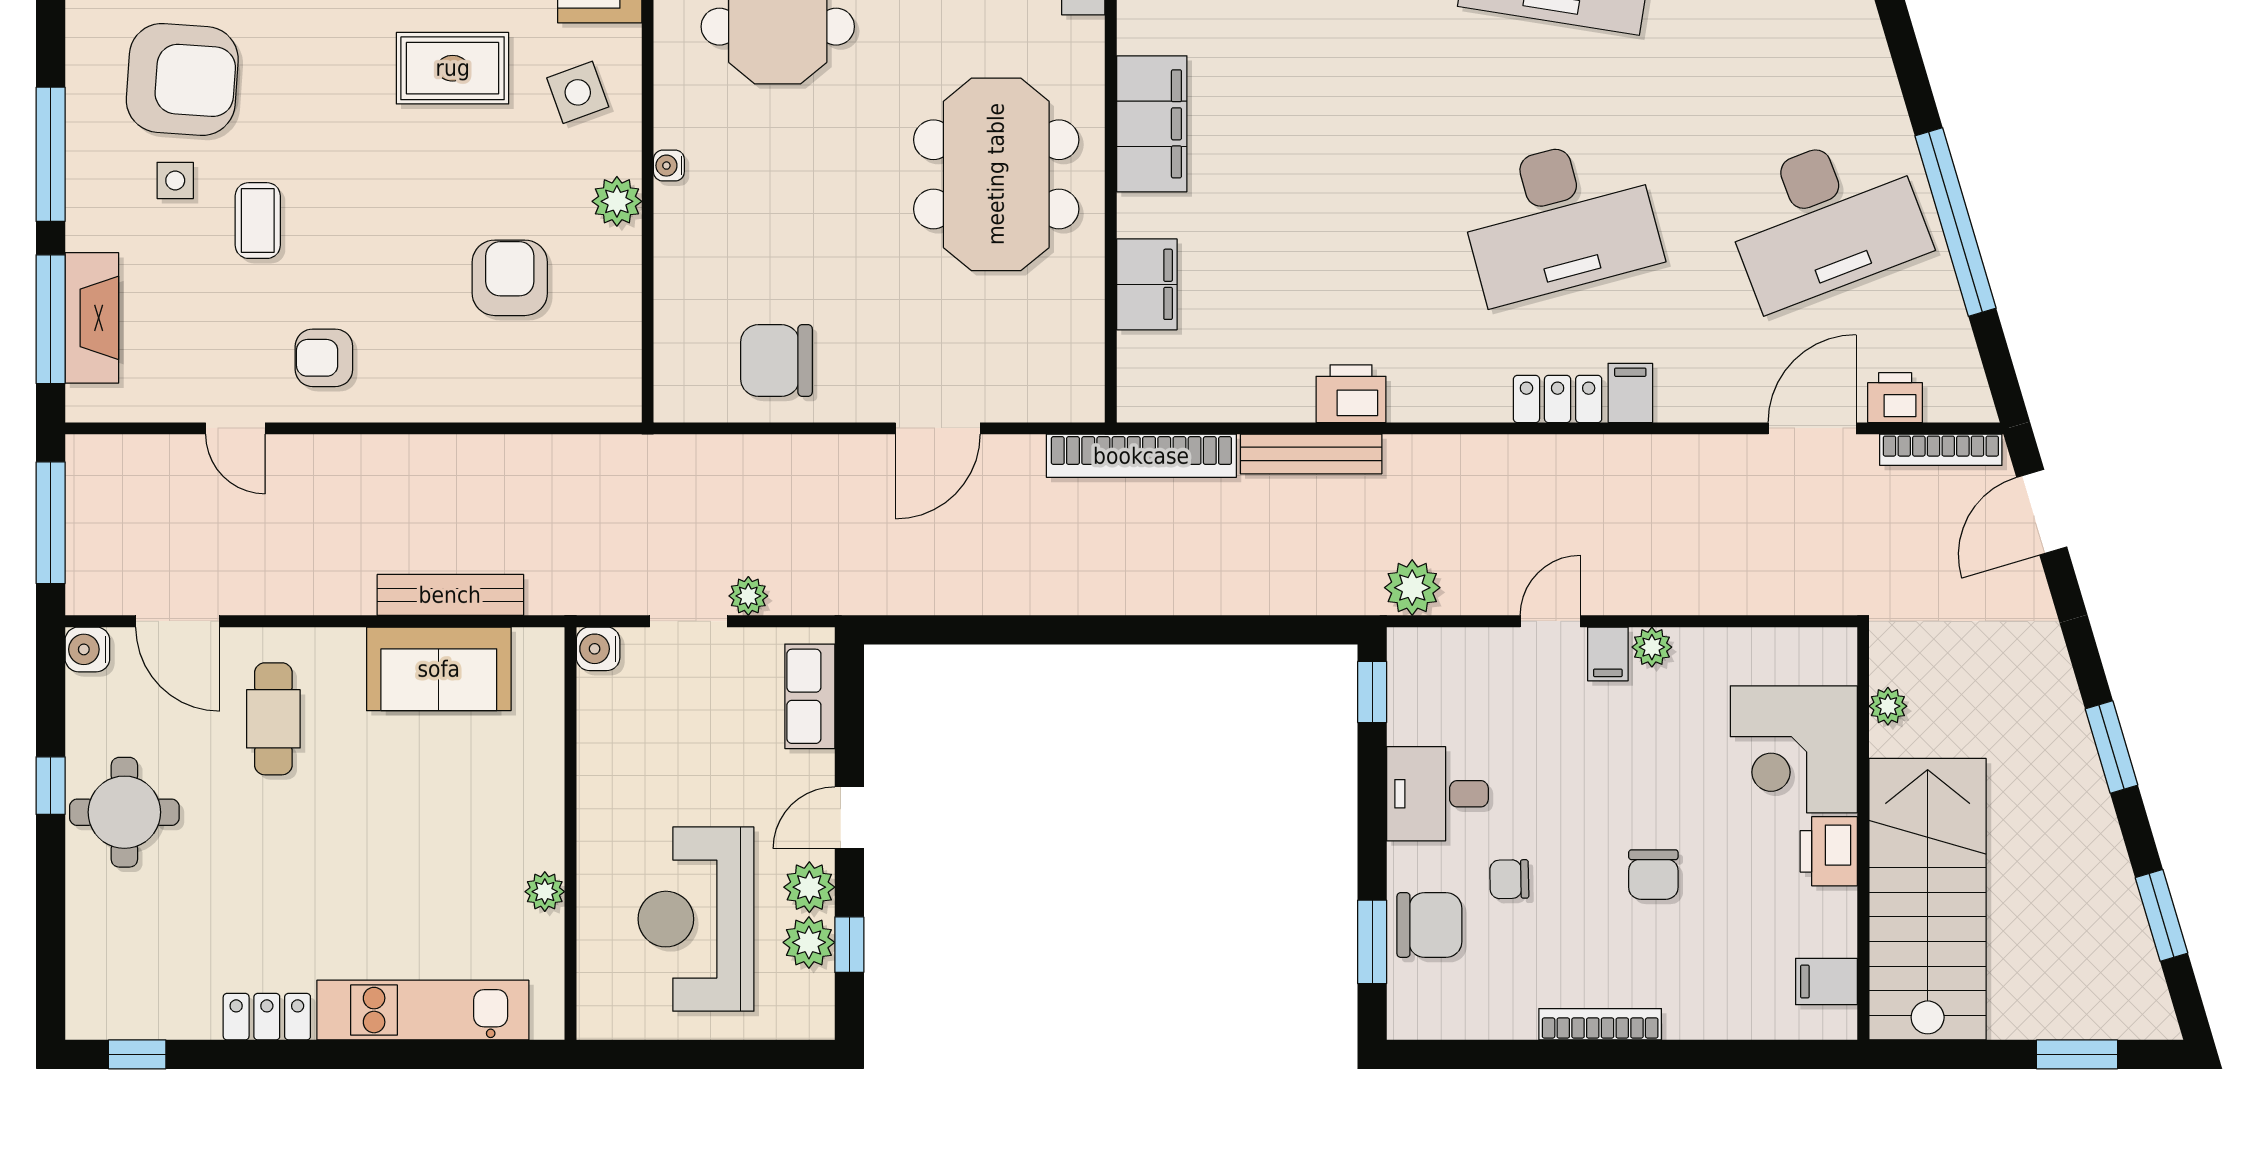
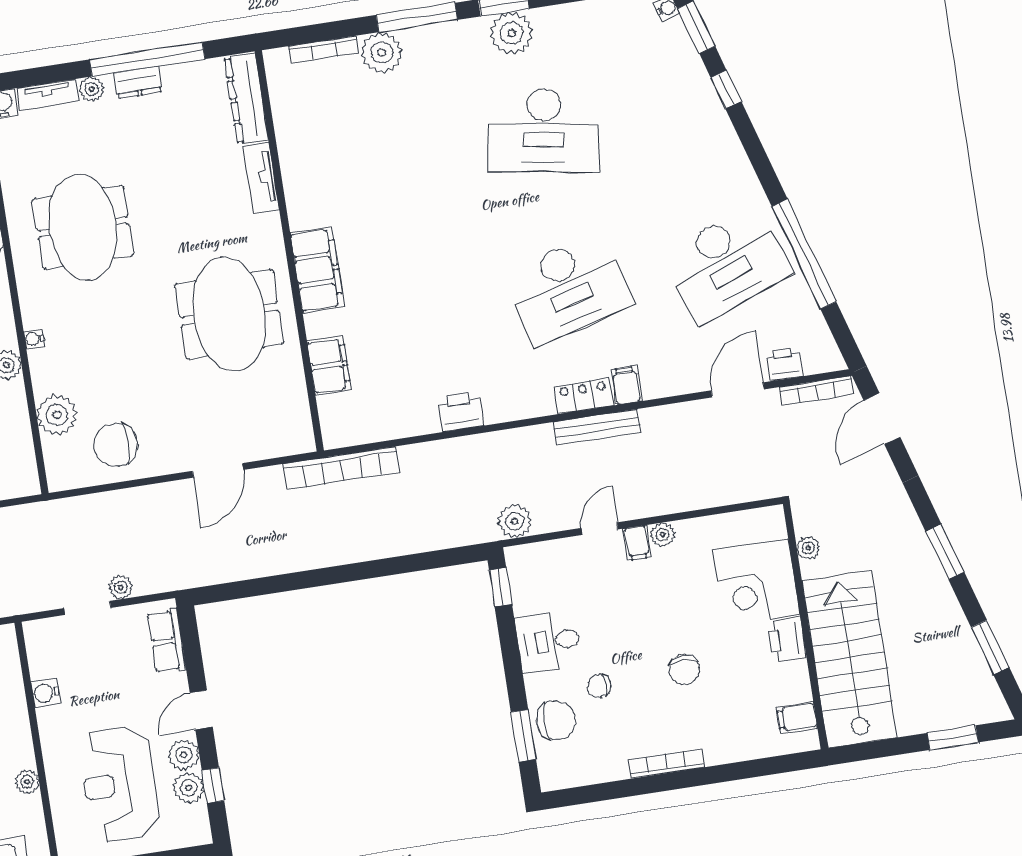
plant: (687, 296) -> (57, 415), added
bench: (1311, 454) -> (597, 427), moved
water cooler: (598, 649) -> (46, 693), moved

